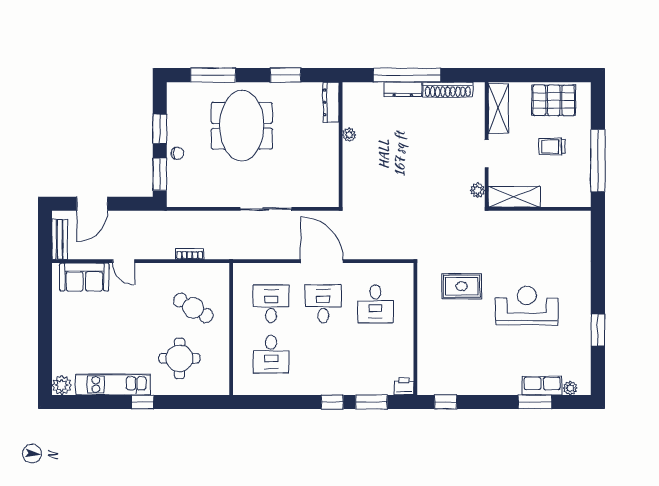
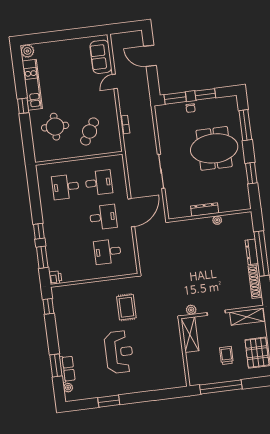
dresser: (331, 102) -> (205, 210), moved
bench: (60, 239) -> (124, 37), removed

